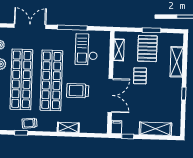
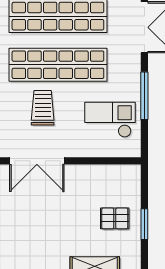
pallet: (147, 48) -> (115, 218), width x0.67, depth x0.71
shelving: (119, 50) -> (111, 172), removed
pallet: (140, 76) -> (70, 208), removed

